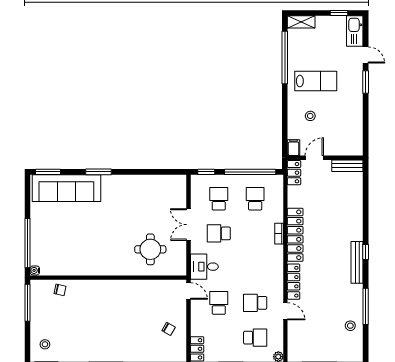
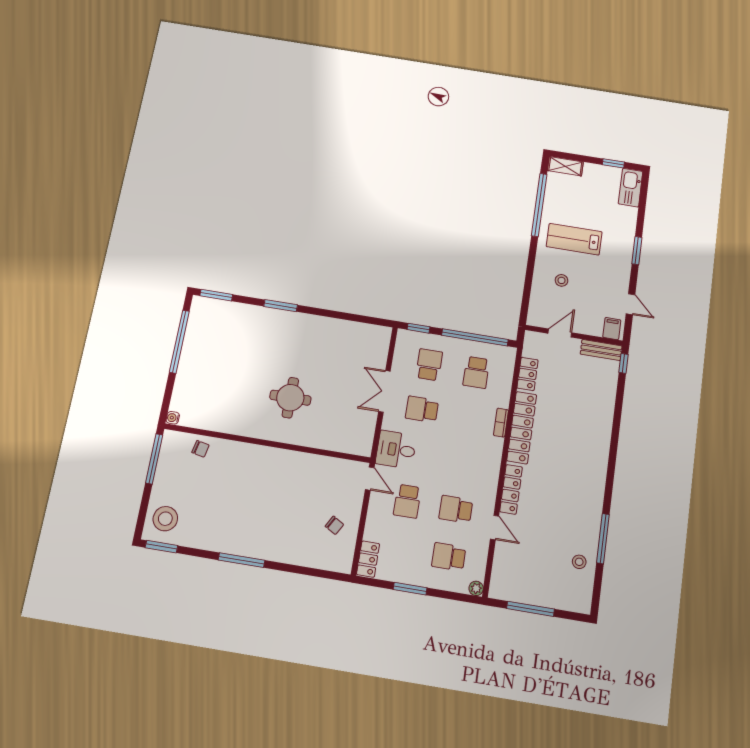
door: (366, 55) -> (630, 304), moved
lab bench: (316, 81) -> (574, 239), turned 180
filing cabinet: (294, 148) -> (612, 329), moved
locker: (294, 173) -> (528, 374), moved
sofa: (66, 188) -> (236, 319), removed
school desk: (255, 199) -> (476, 372), turned 180
window: (28, 243) -> (179, 342), moved
round table: (150, 249) -> (290, 398), moved
window: (366, 252) -> (624, 363), moved
bench: (357, 262) -> (599, 478), removed
school desk: (219, 303) -> (407, 501), turned 180
school desk: (255, 338) -> (449, 557), turned 180
stool: (45, 344) -> (165, 519), width x1.89, depth x1.89

